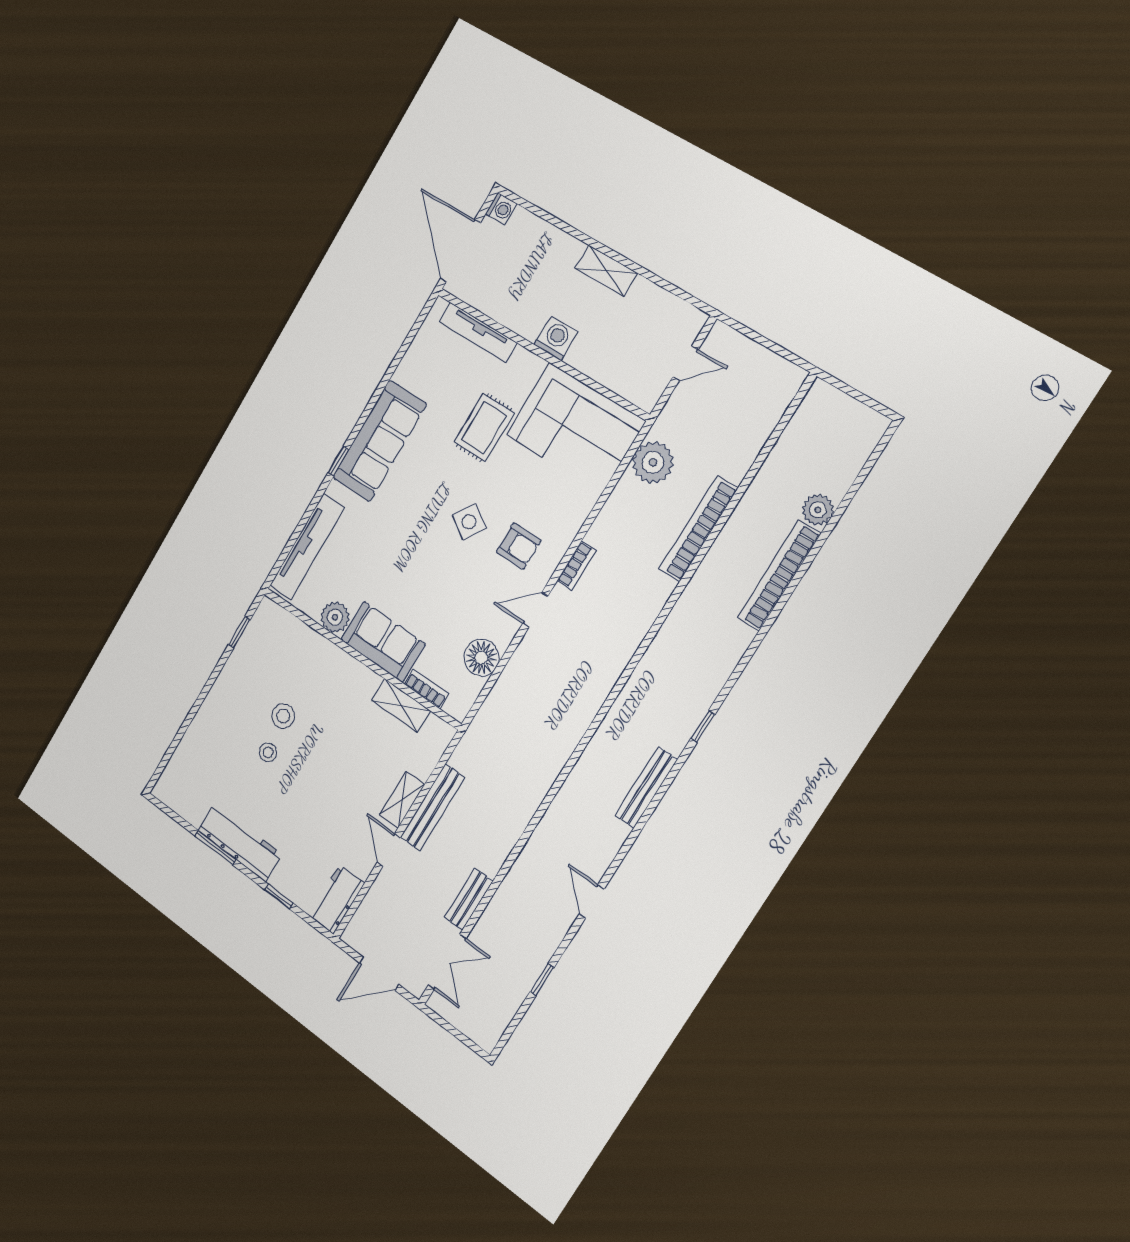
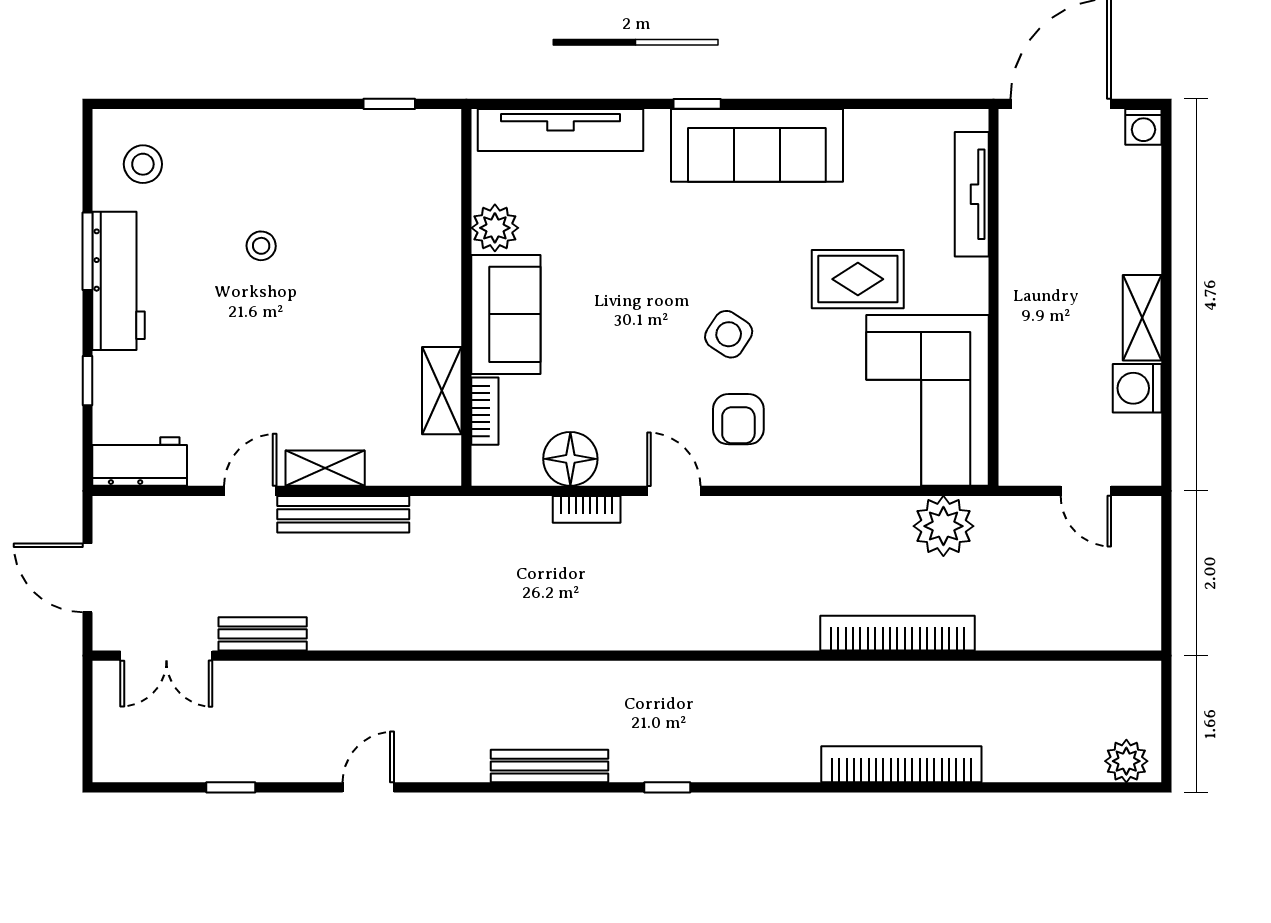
washing machine: (556, 338) -> (1137, 388), moved, turned 180
plant: (818, 510) -> (1126, 761), moved
bookcase: (577, 566) -> (587, 509), moved
stool: (283, 716) -> (143, 164), moved

